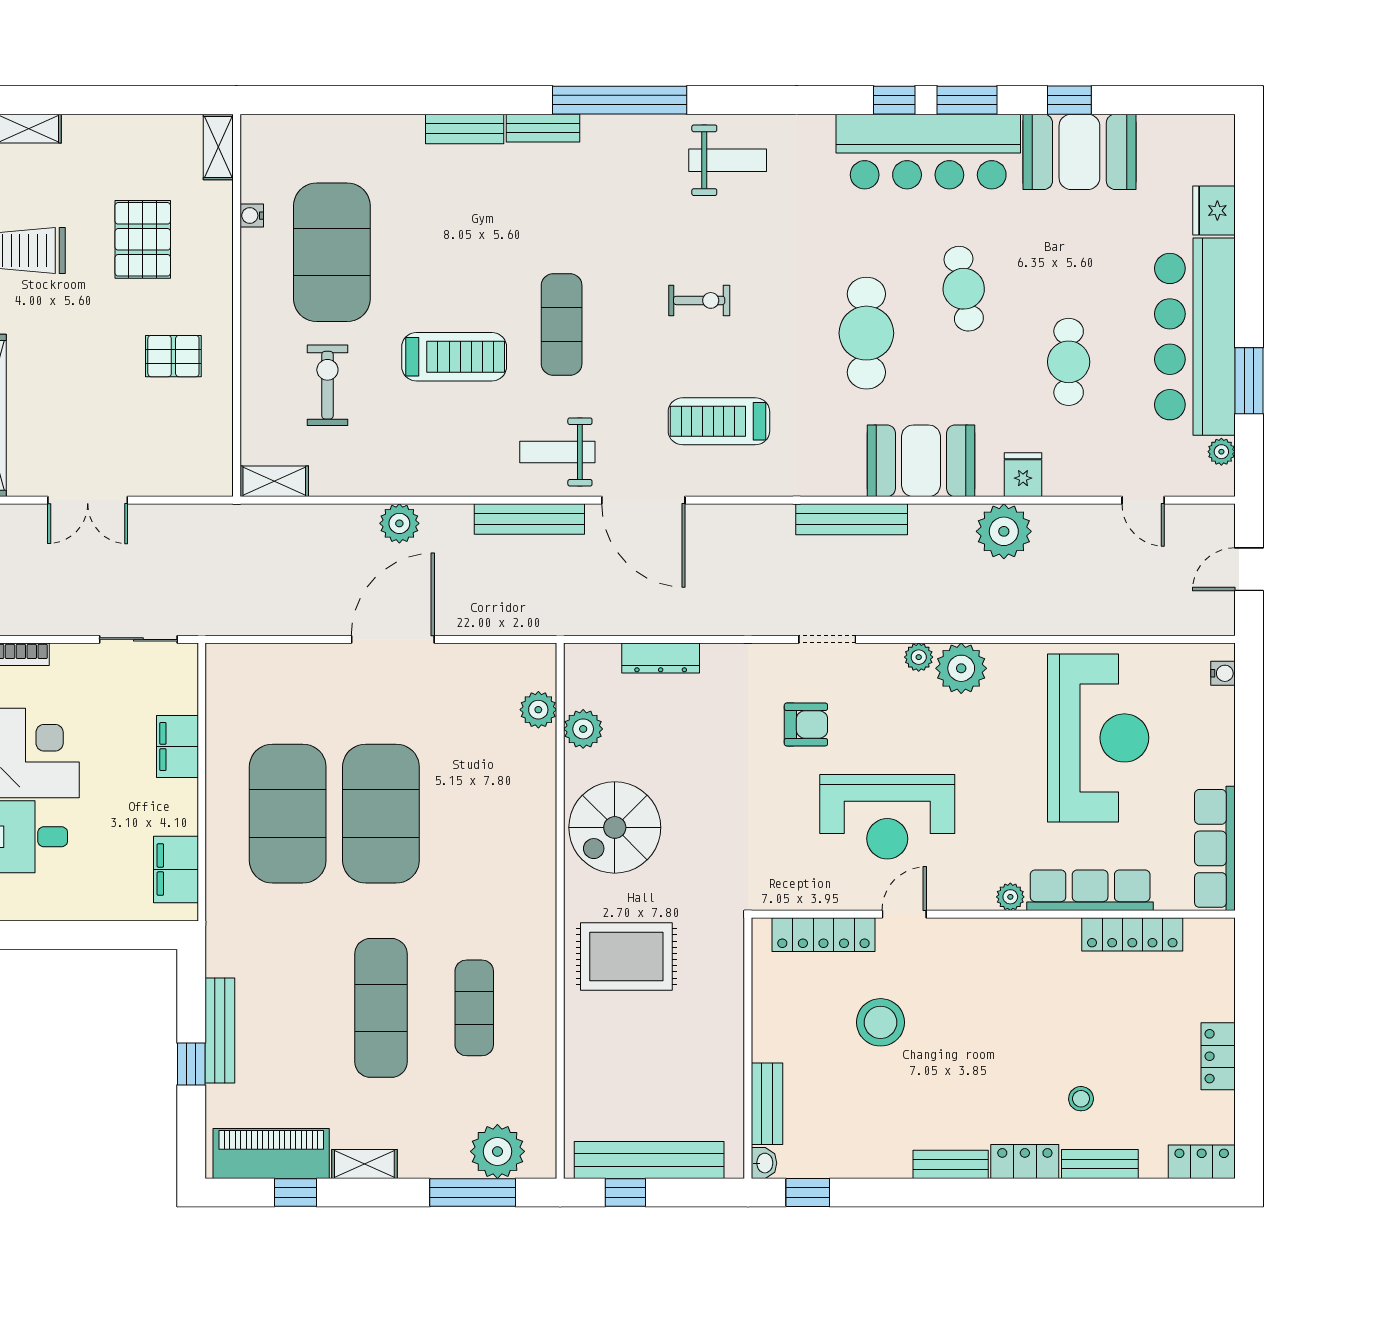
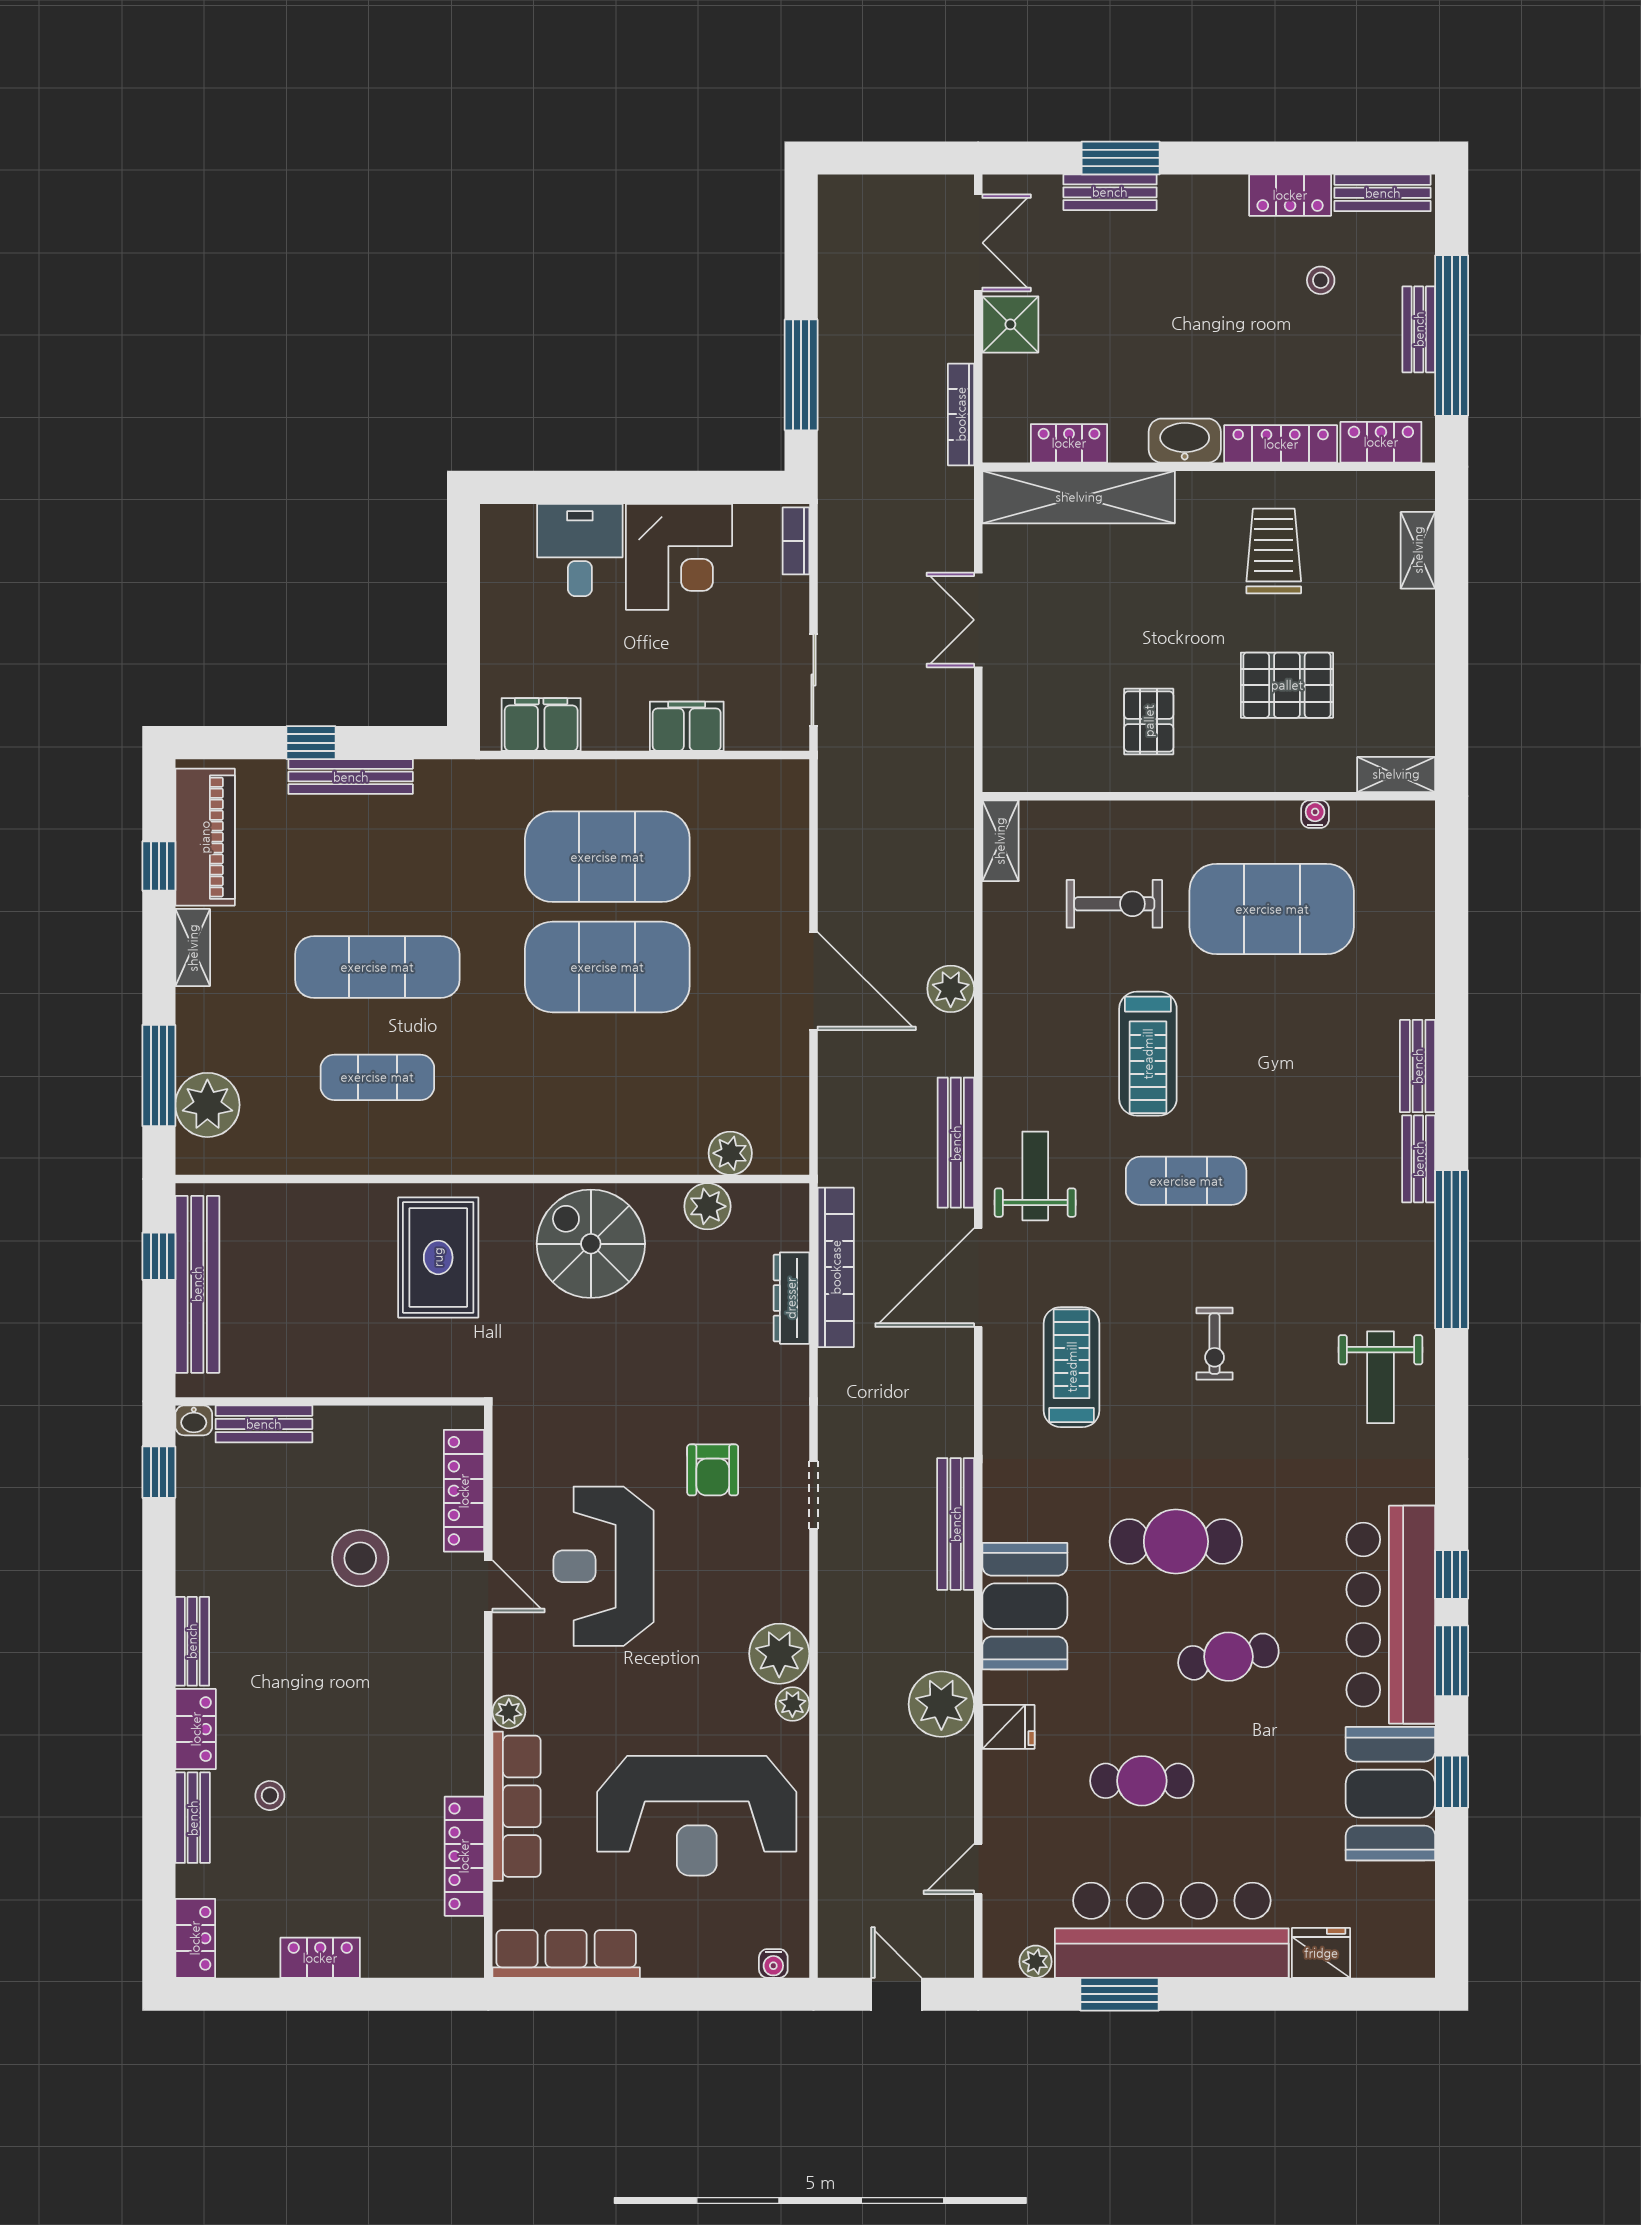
bookcase: (635, 621) -> (836, 1267), added
plant: (919, 657) -> (792, 1704), moved

